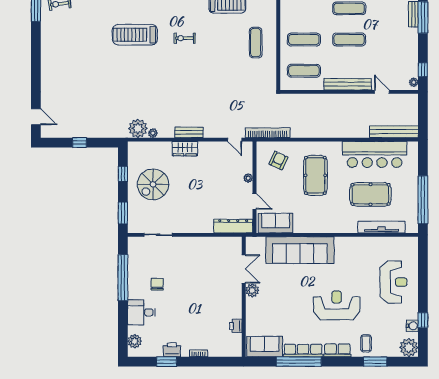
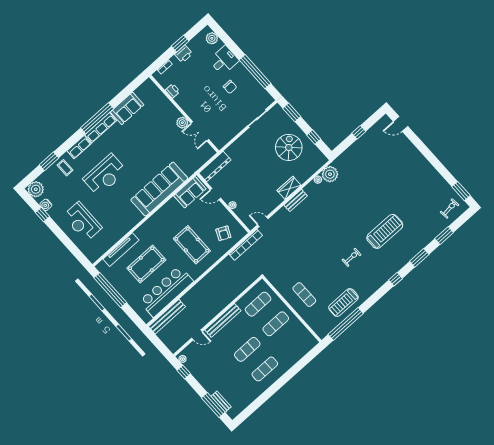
double door: (244, 269) -> (200, 131), moved
plant: (252, 290) -> (182, 123), moved
wall: (244, 297) -> (184, 114), moved
printer: (236, 326) -> (173, 91), moved

